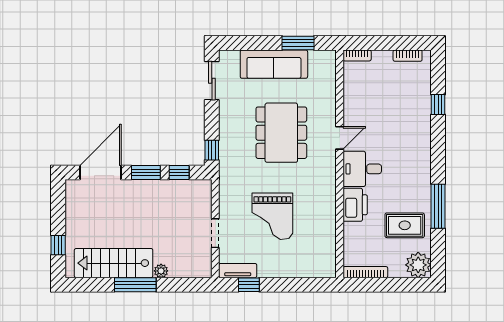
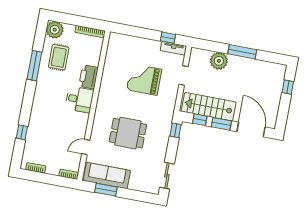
sofa: (274, 64) -> (107, 176), moved
dining table: (281, 133) -> (128, 133), width x0.73
door: (340, 138) -> (86, 147), moved
door: (101, 172) -> (251, 129), swing flipped
grand piano: (272, 216) -> (144, 80), turned -90
rug: (405, 225) -> (59, 57), turned 90
stairs: (114, 263) -> (209, 107), moved, turned 180
plant: (161, 271) -> (219, 61), width x1.88, depth x1.88

